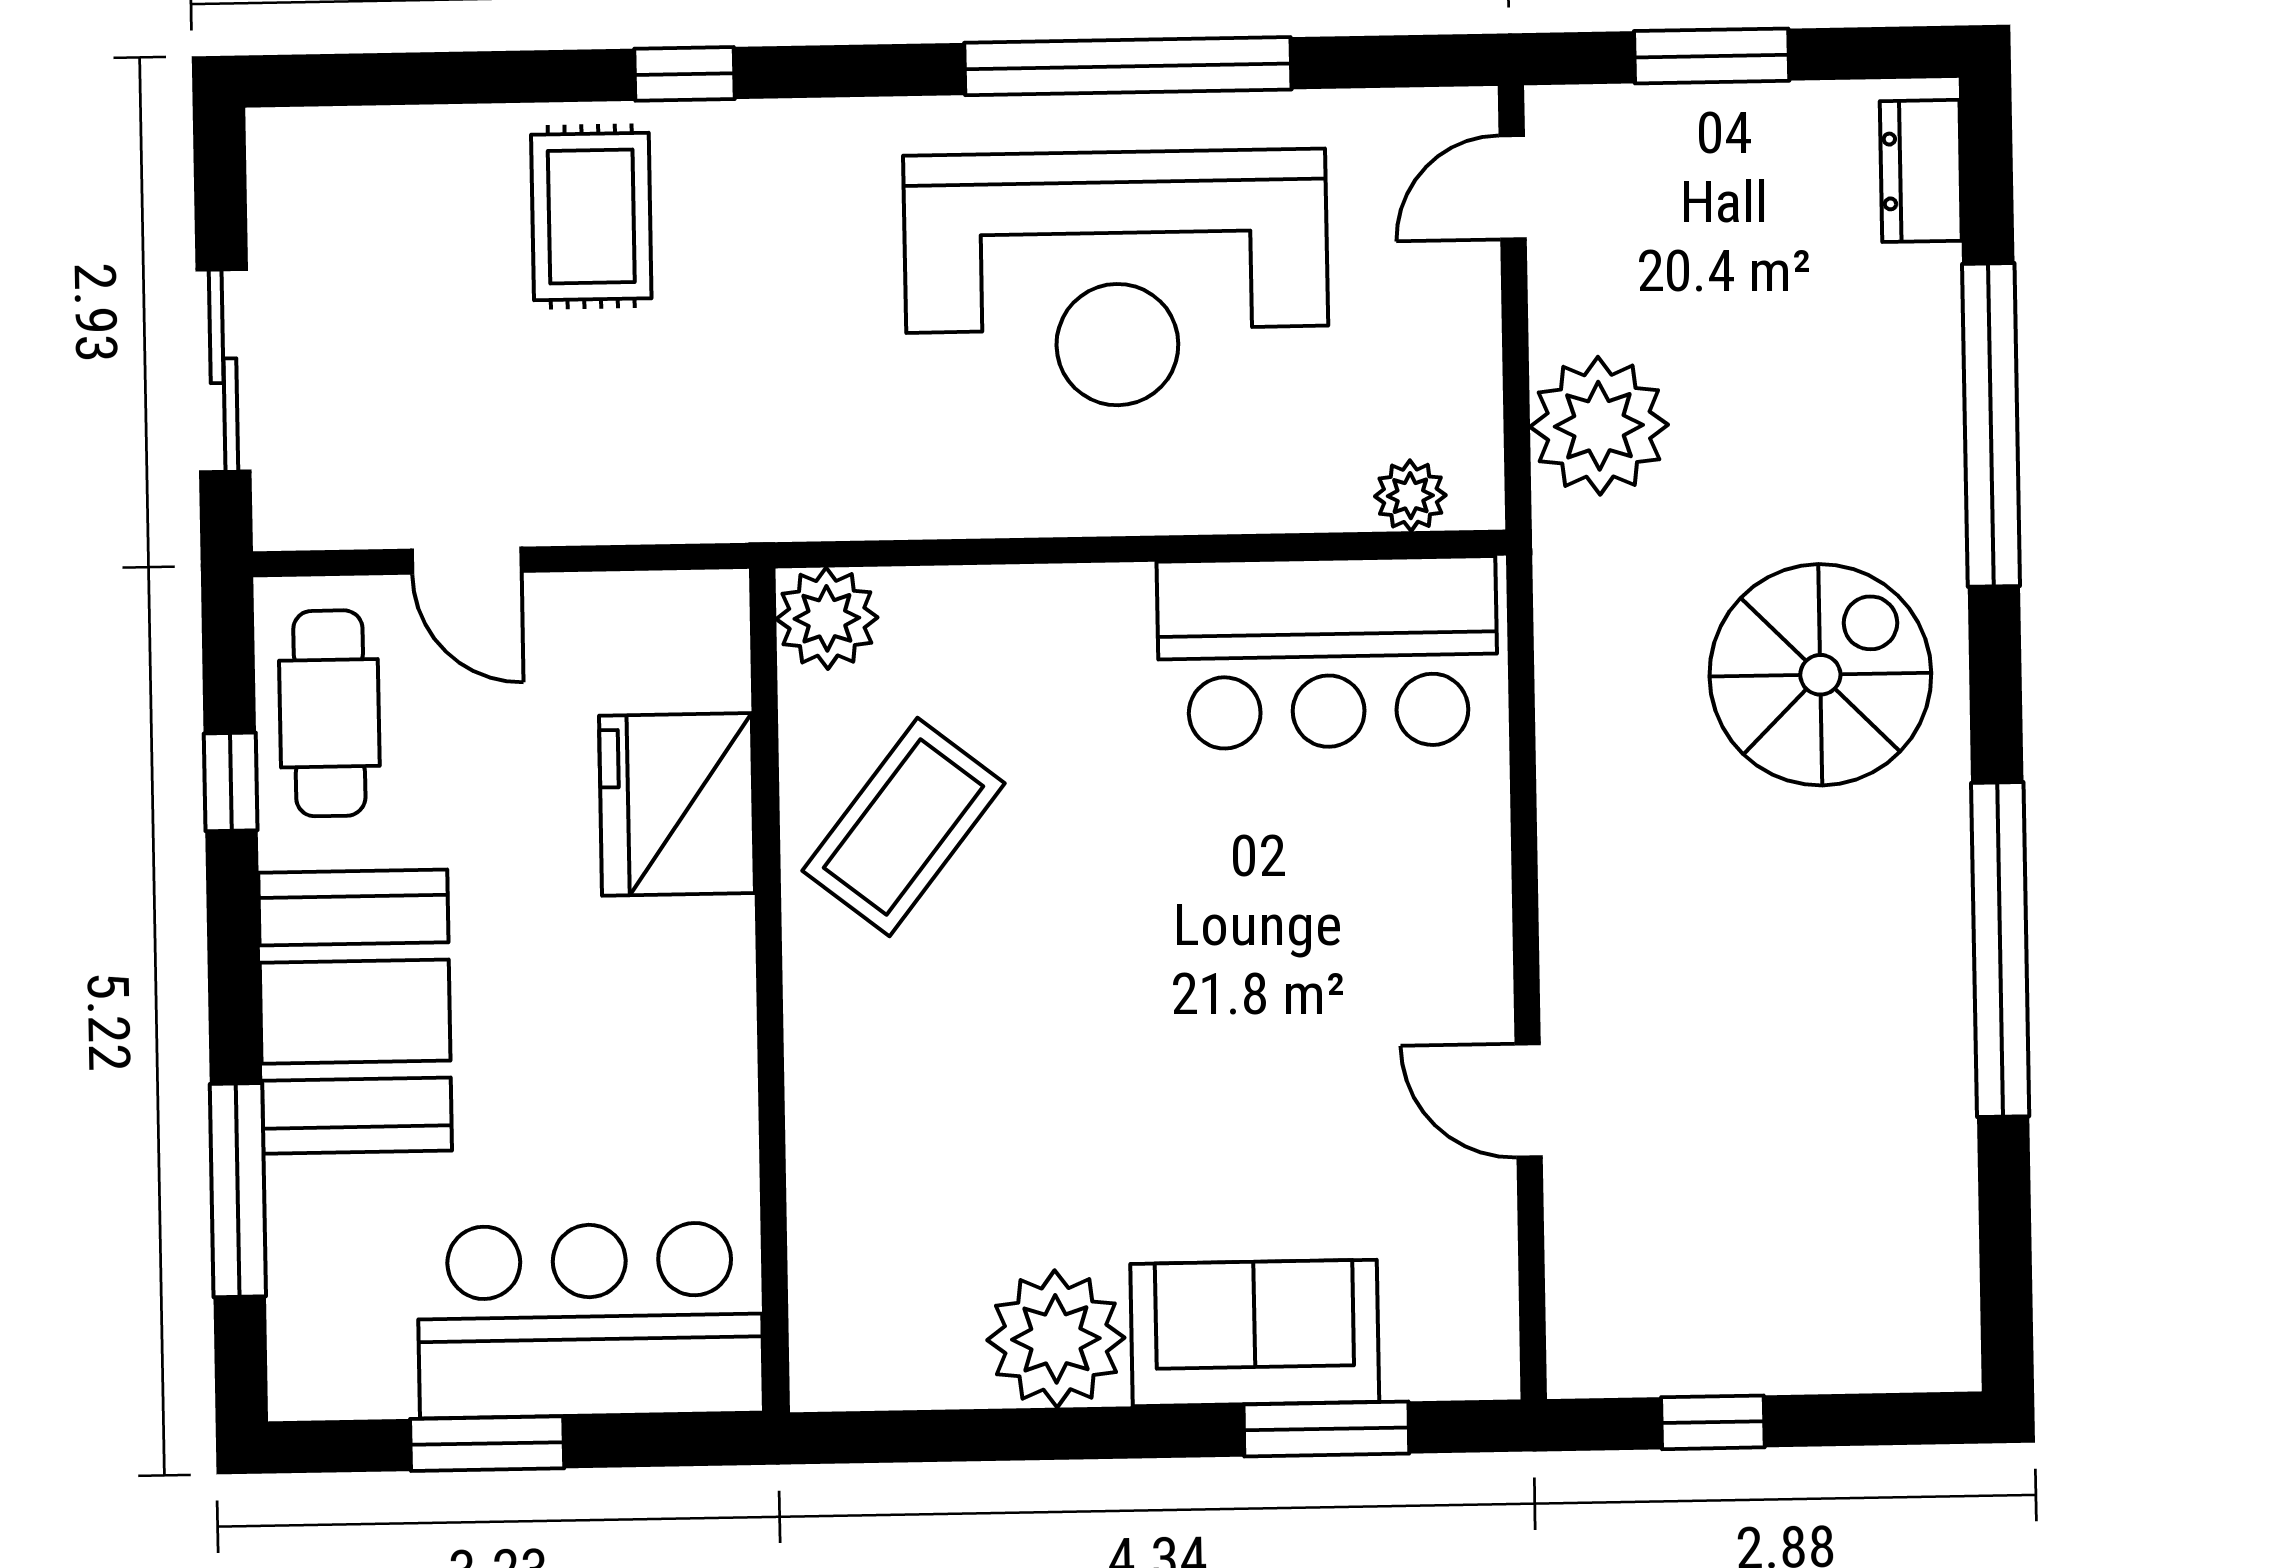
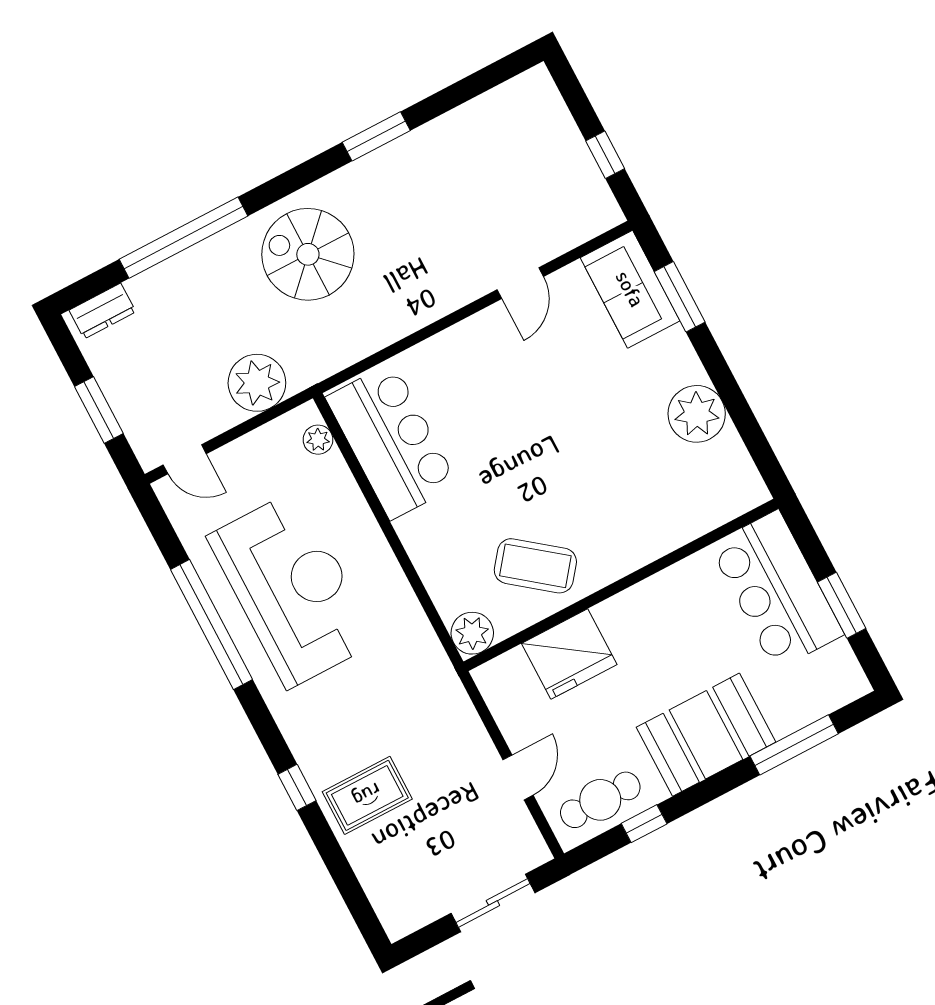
window: (2000, 950) -> (376, 136), width x0.47
sofa: (1255, 1333) -> (630, 289), moved

